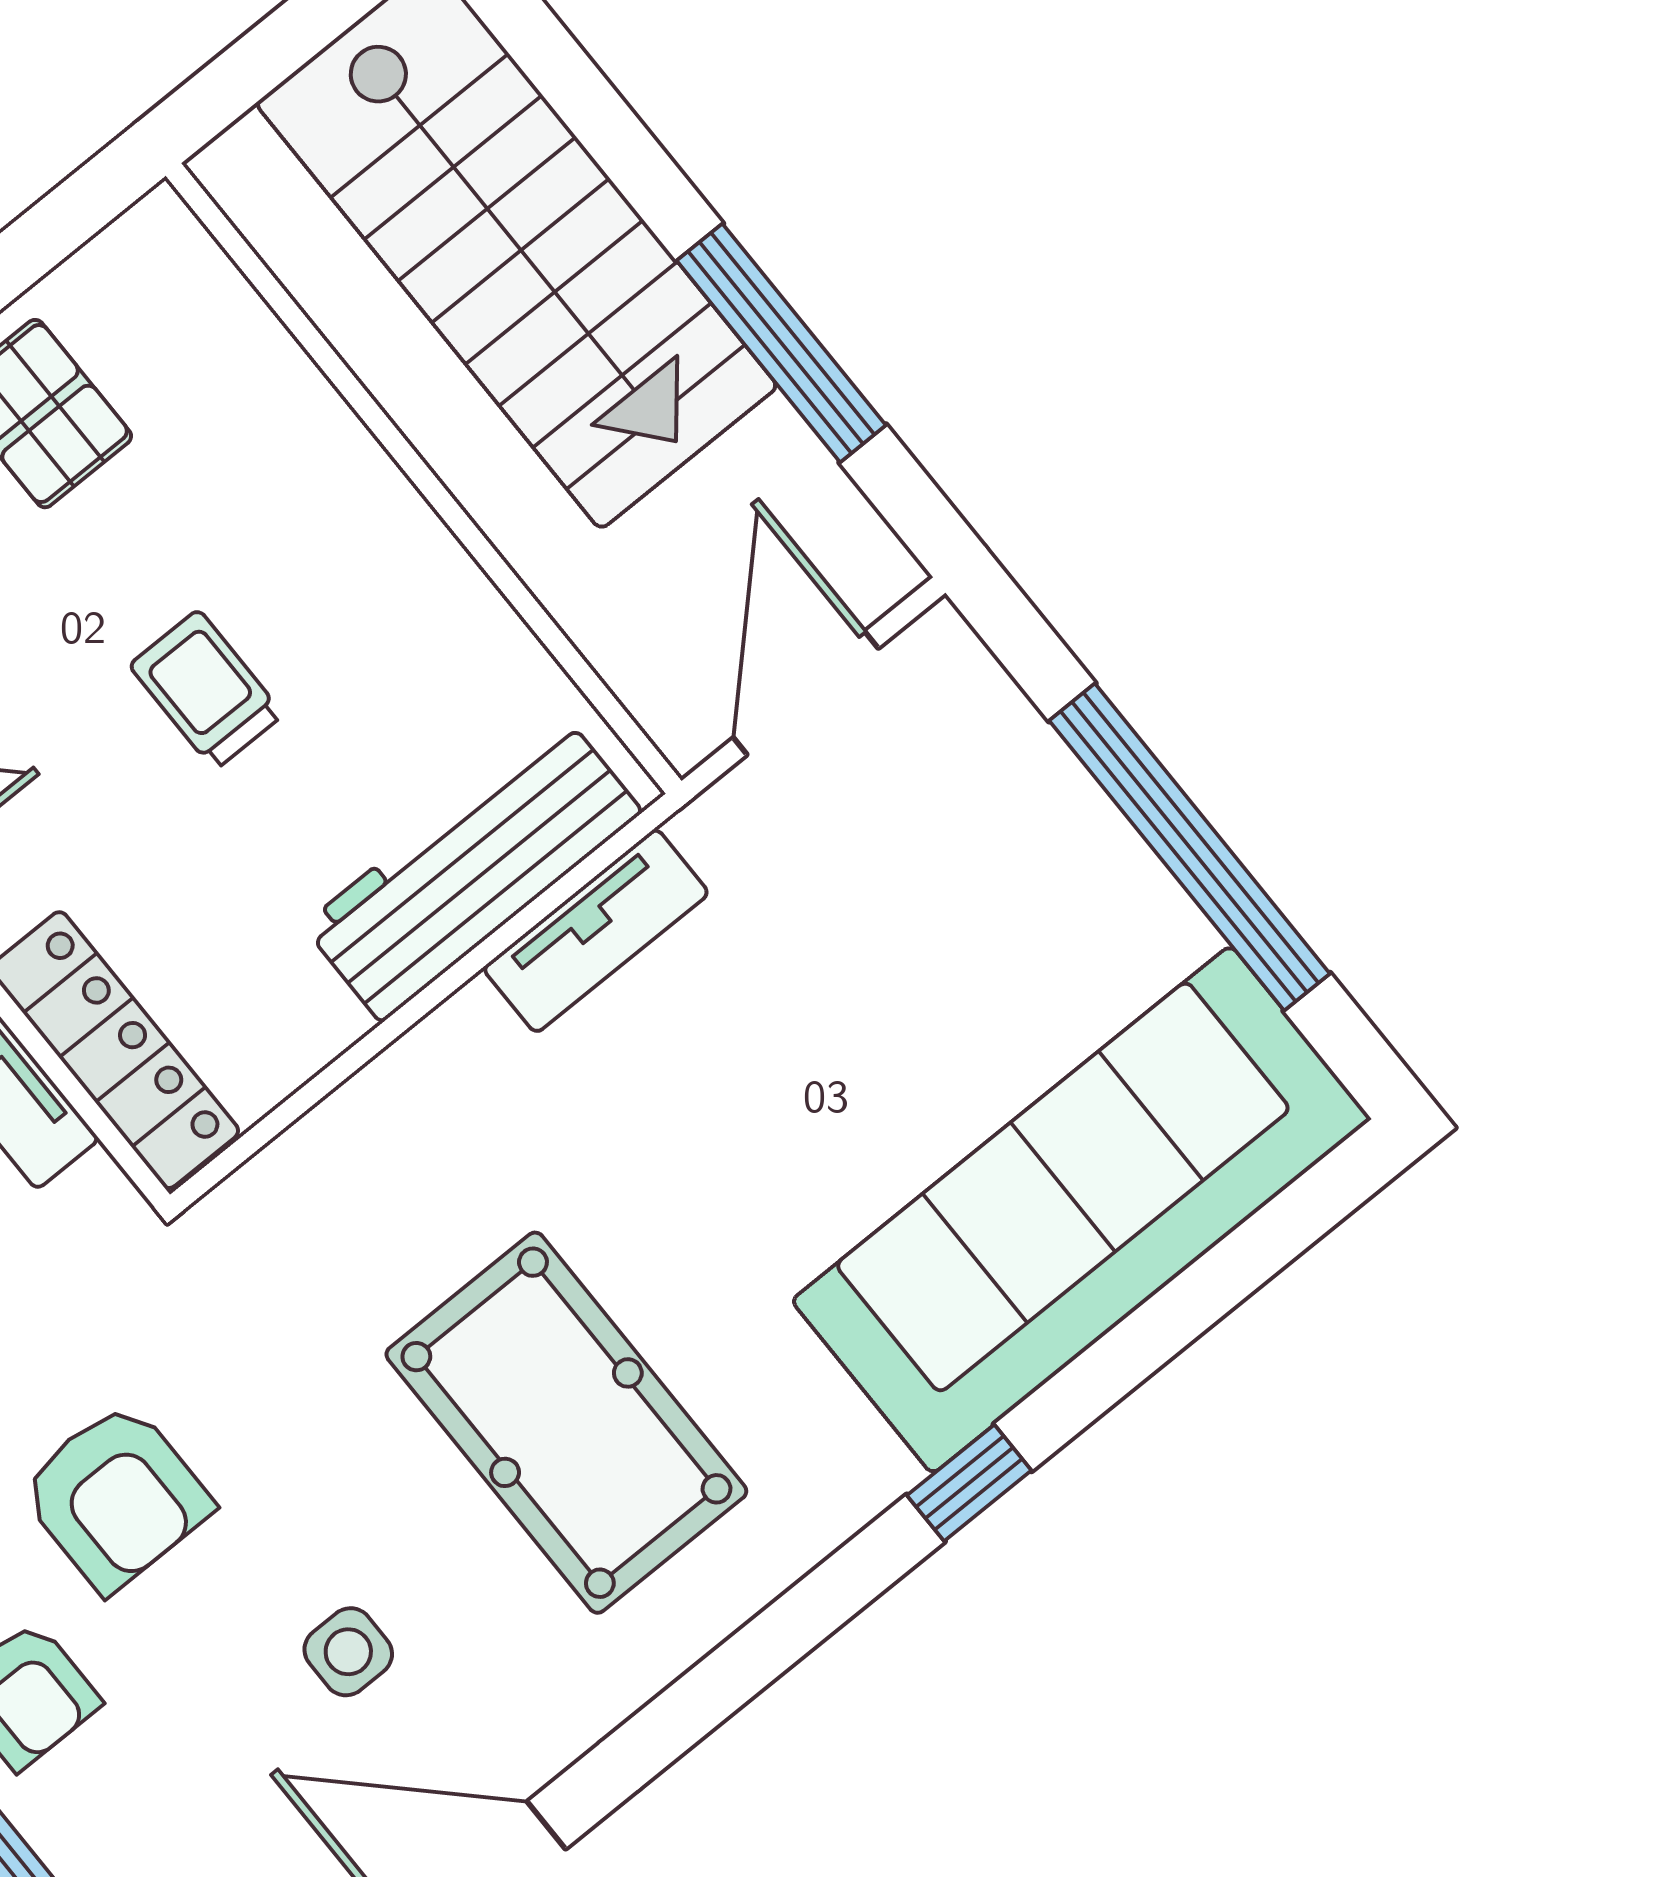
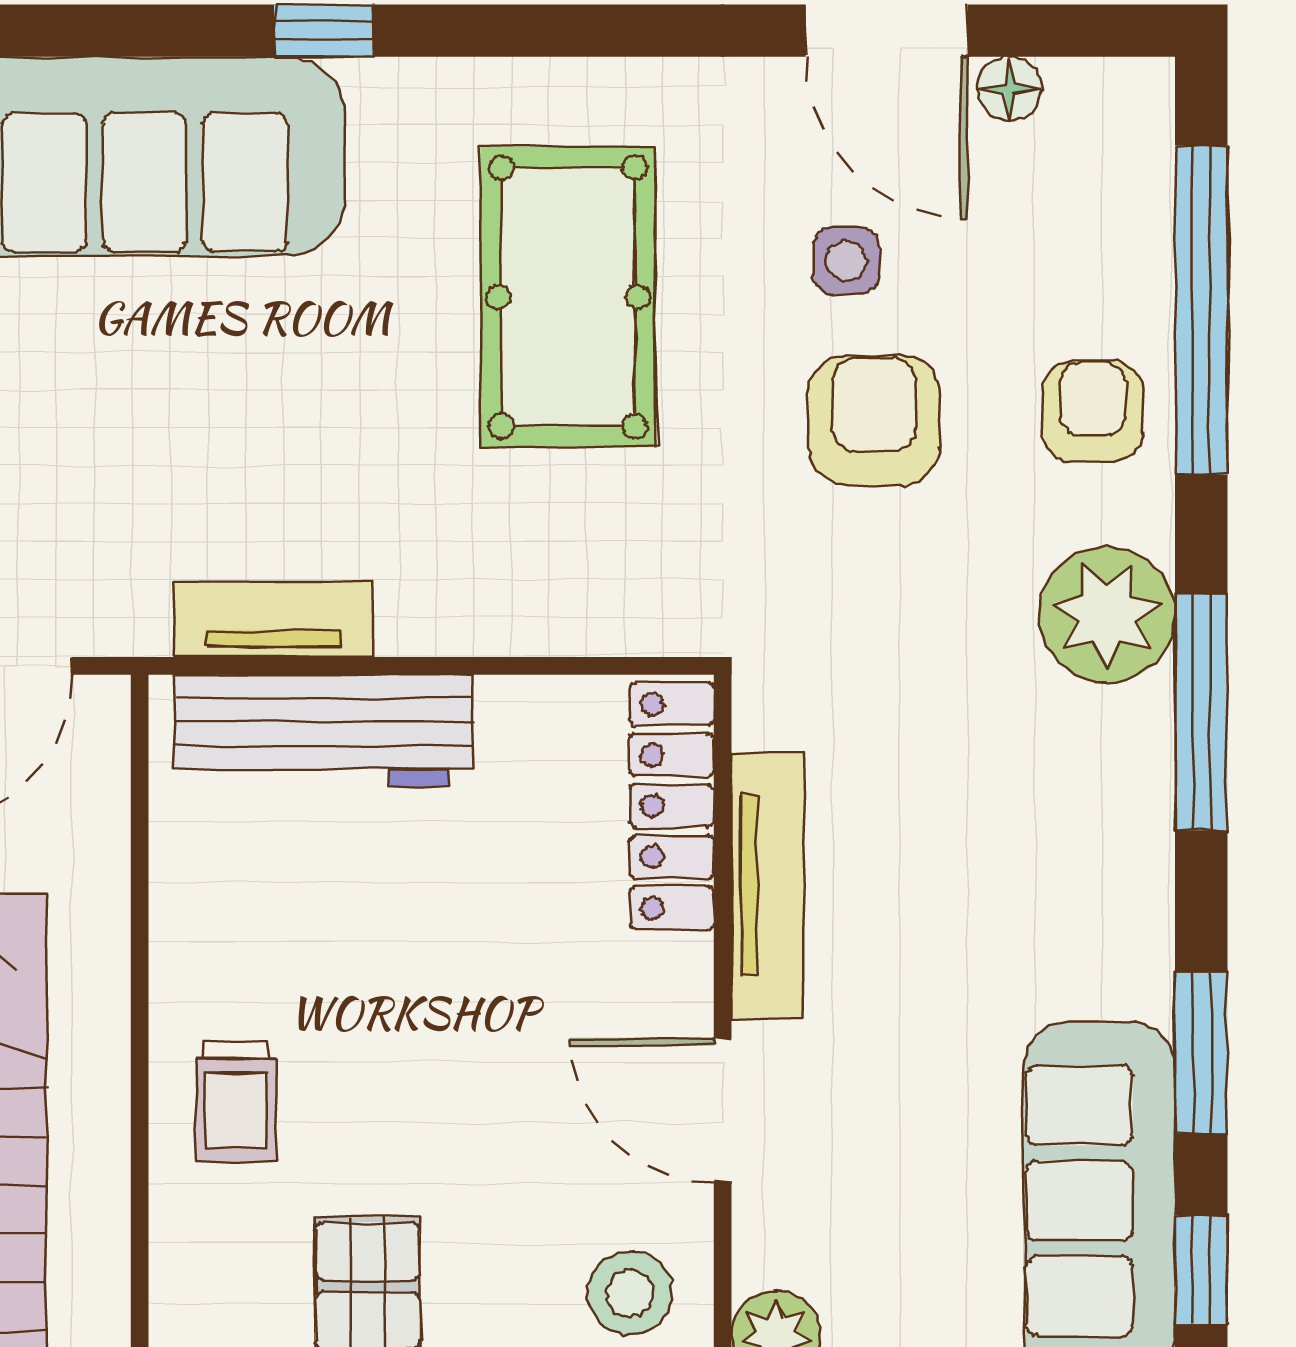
trolley: (206, 690) -> (236, 1102), moved
armchair: (116, 1497) -> (874, 420), moved

